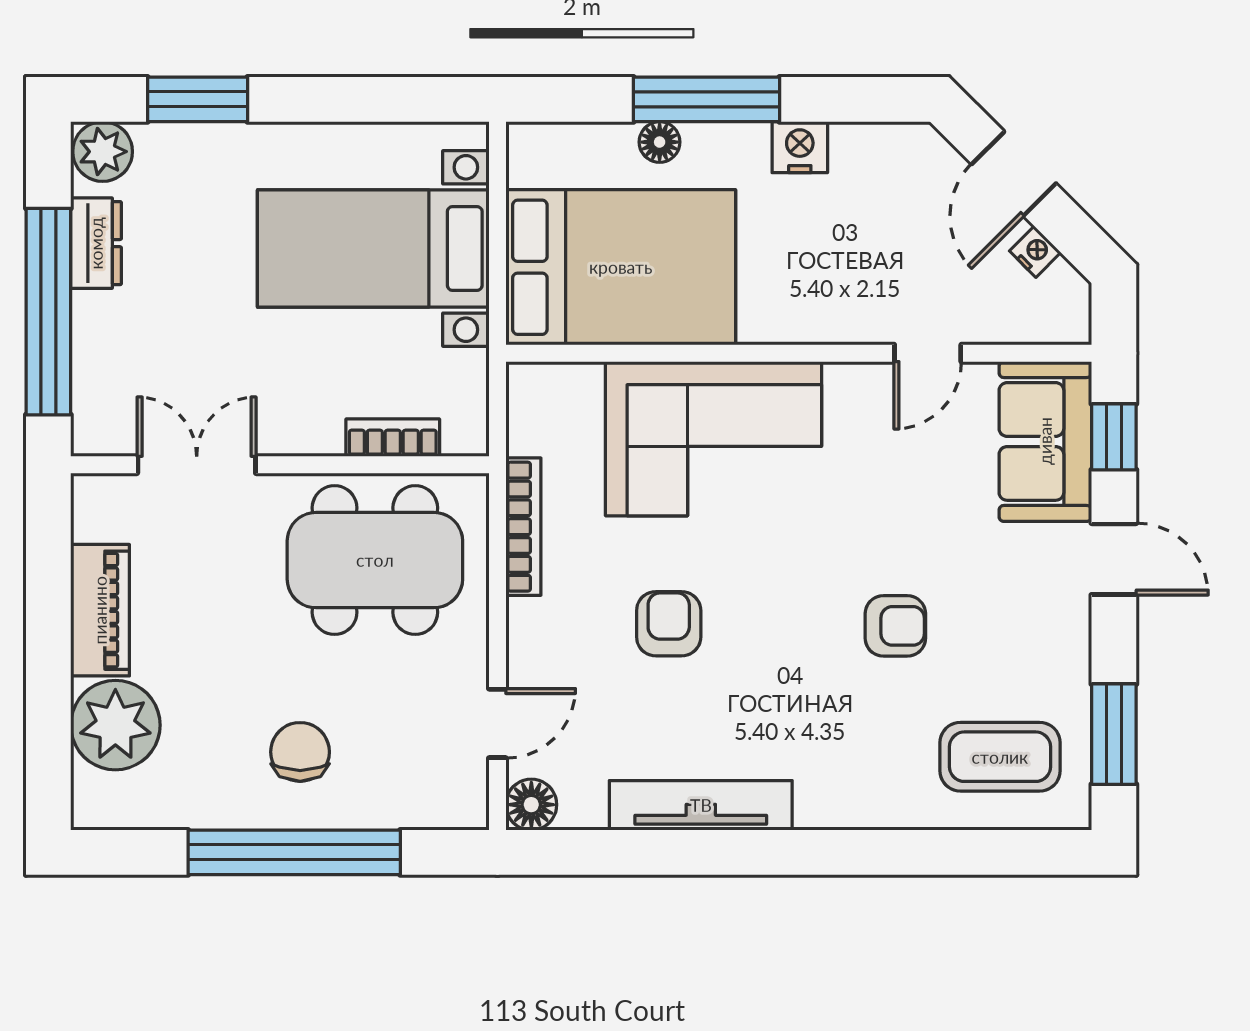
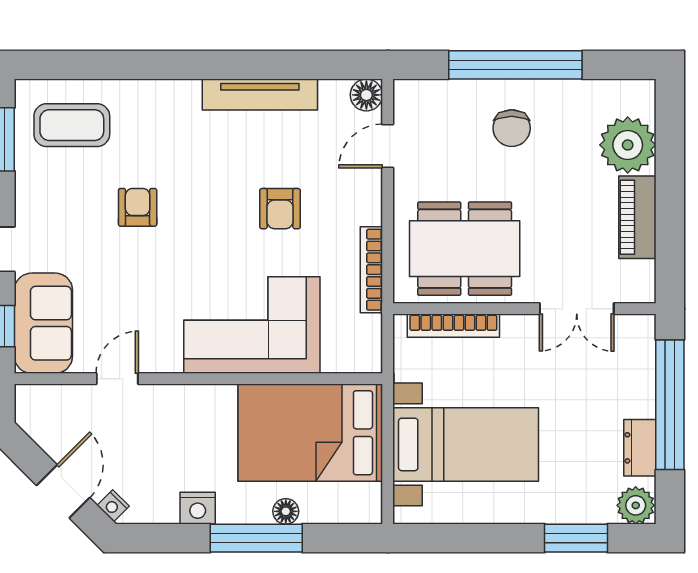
nightstand: (1035, 252) -> (113, 506), moved
bookcase: (393, 438) -> (453, 326), width x1.56
armchair: (895, 626) -> (138, 207), turned 90

